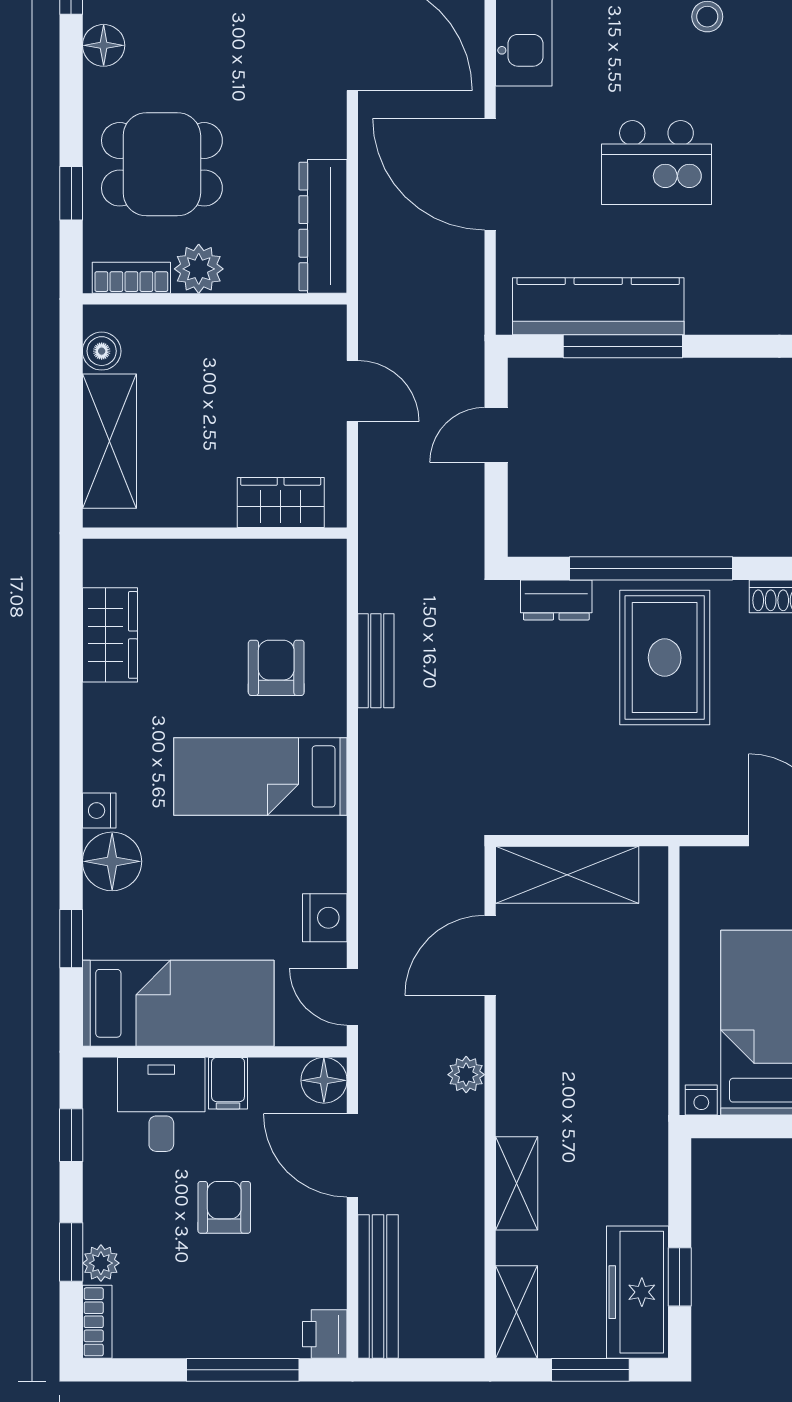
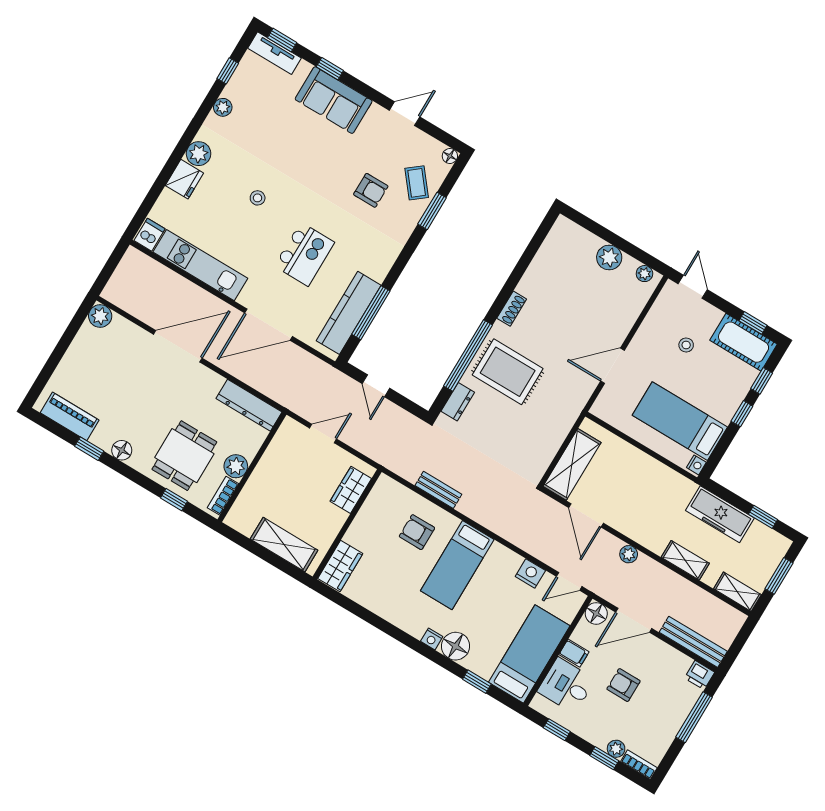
boiler: (102, 351) -> (246, 526), removed
wardrobe: (110, 635) -> (340, 566), moved, turned 90
freezer: (637, 1292) -> (720, 514), moved

